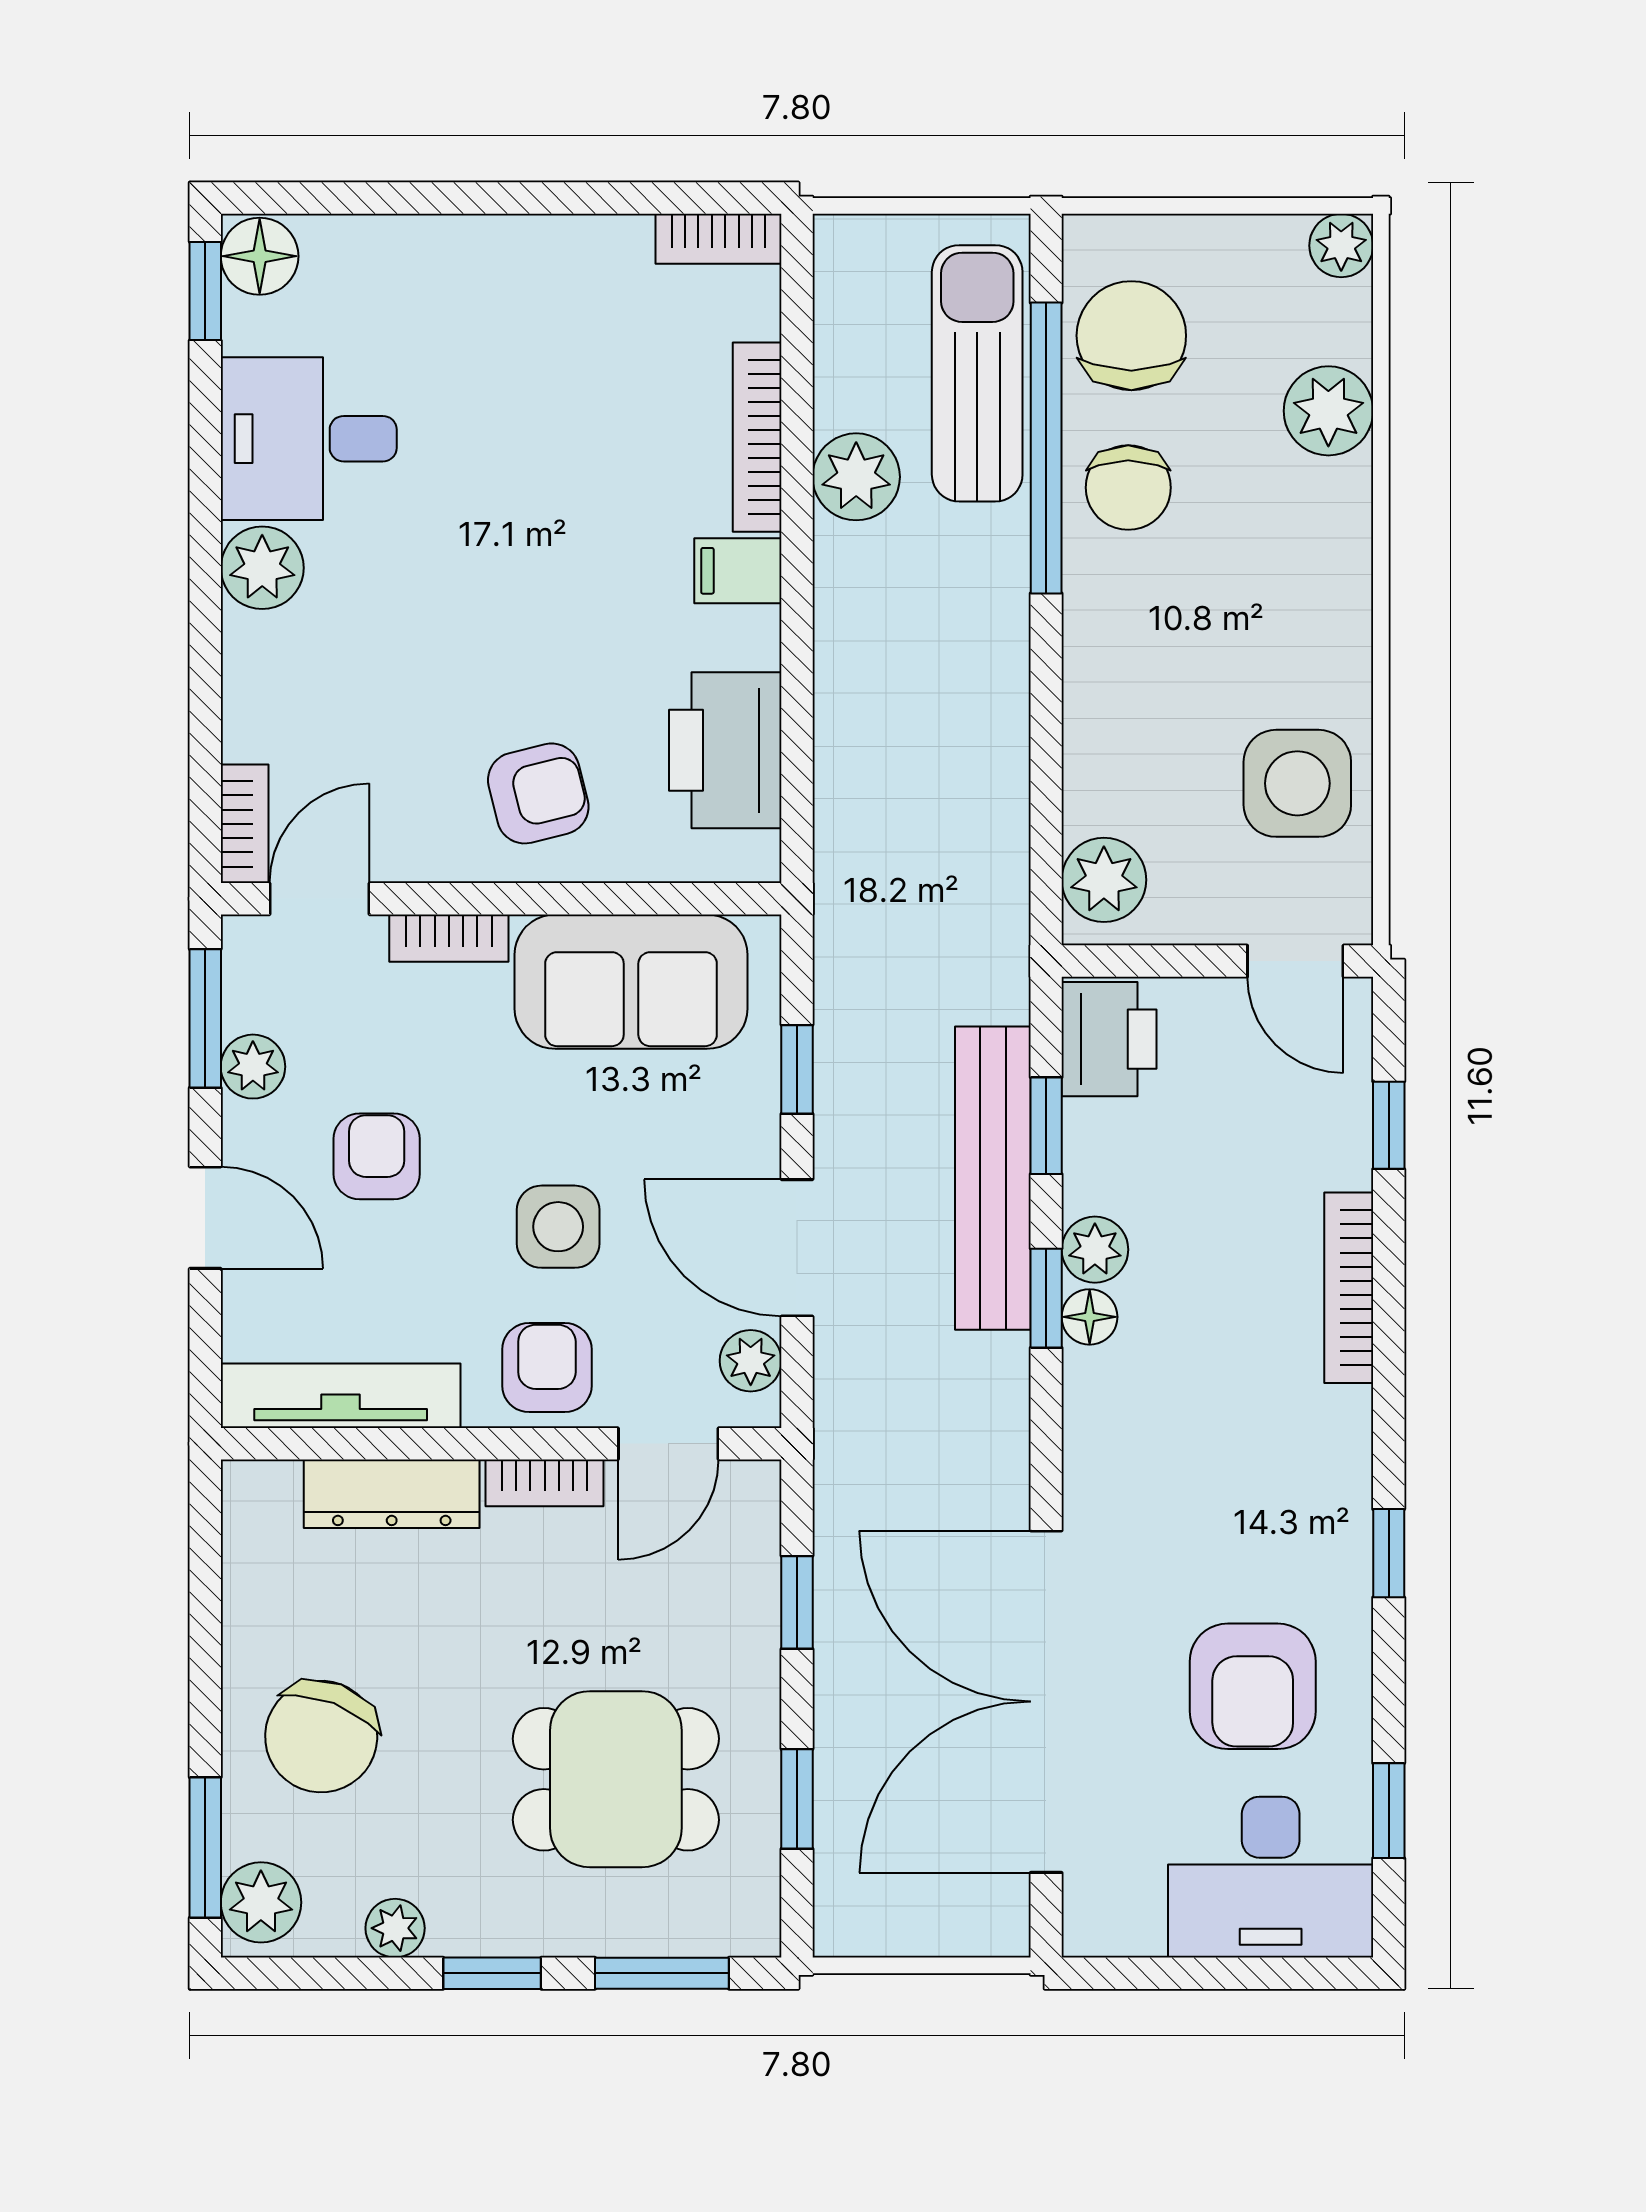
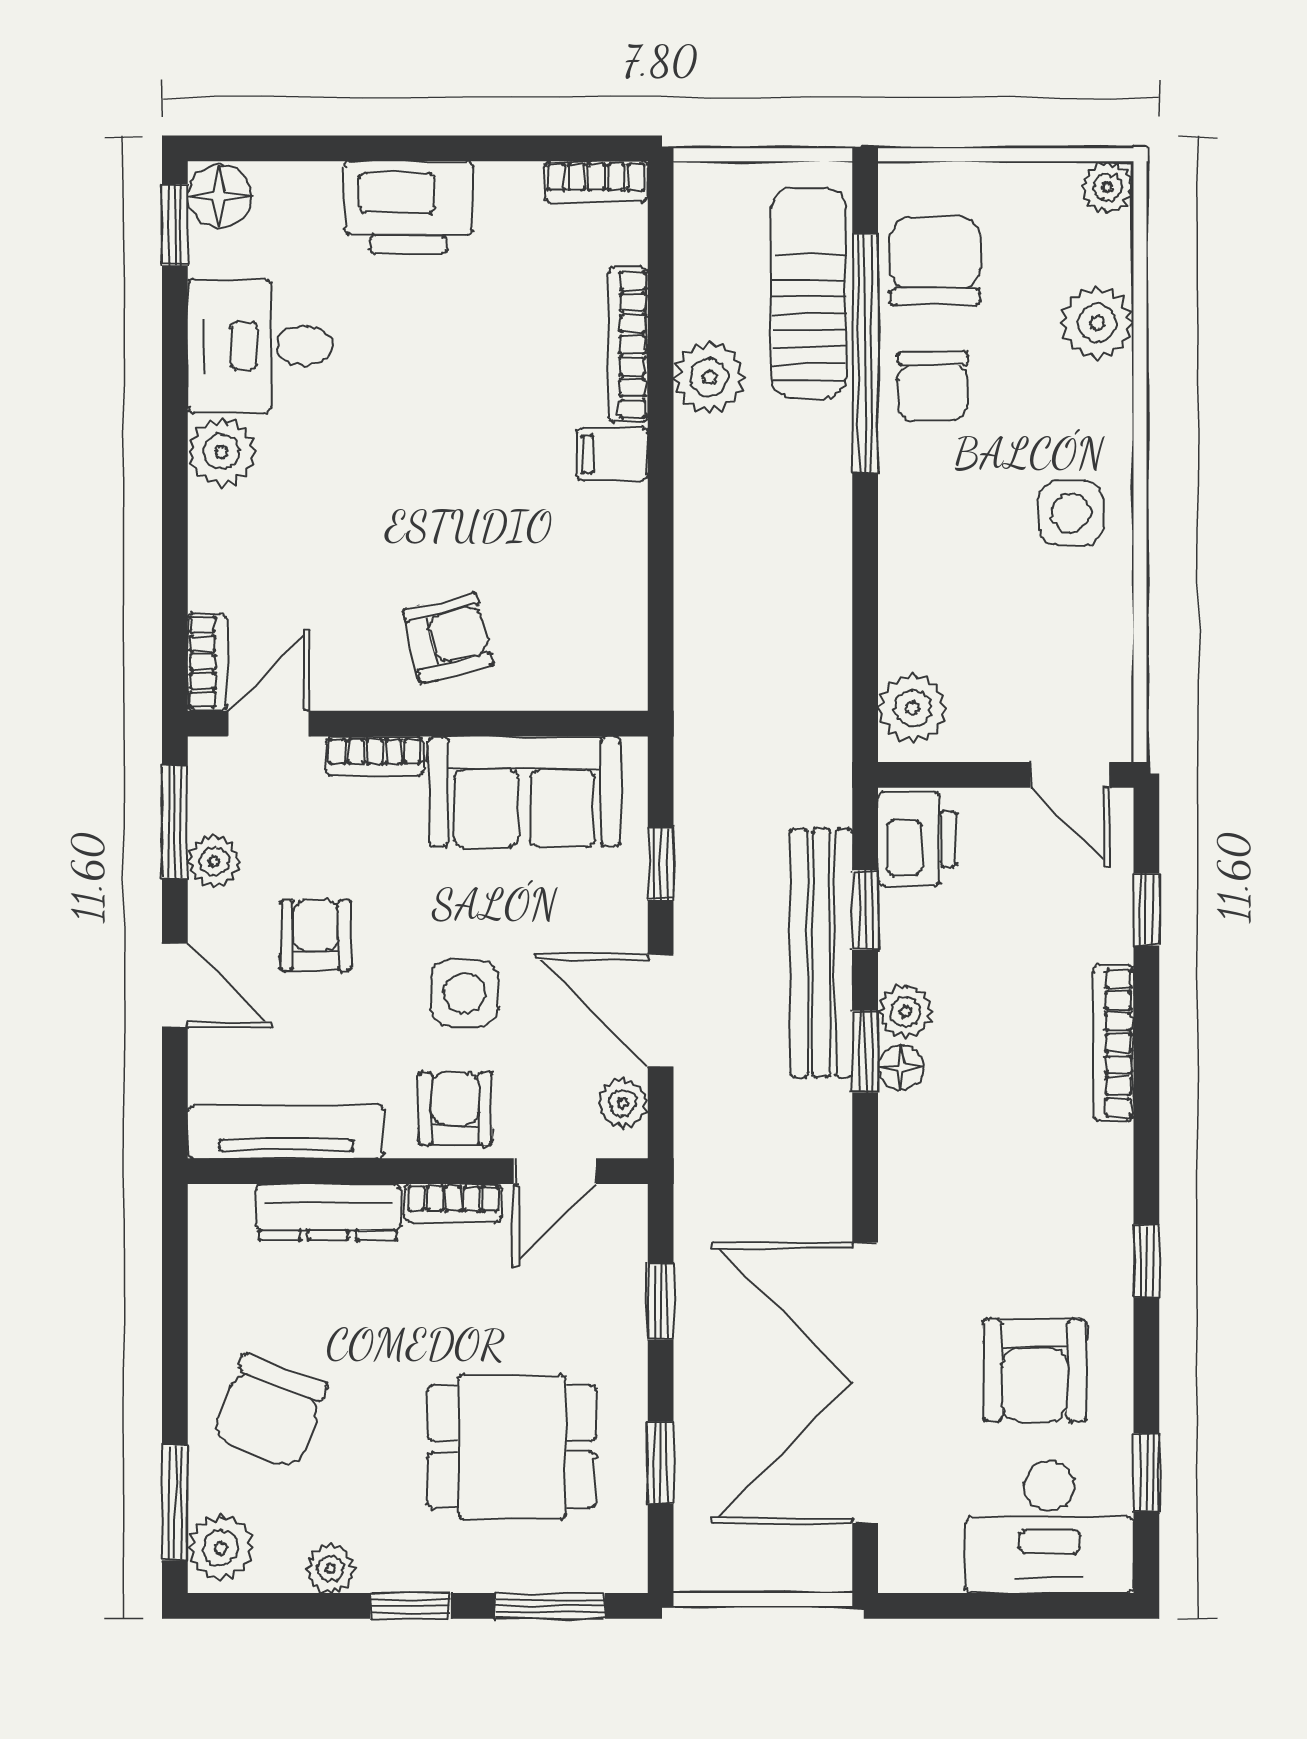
printer: (725, 750) -> (408, 207), moved, turned -90
side table: (1297, 783) -> (1071, 513), moved, width x0.73, depth x0.73

